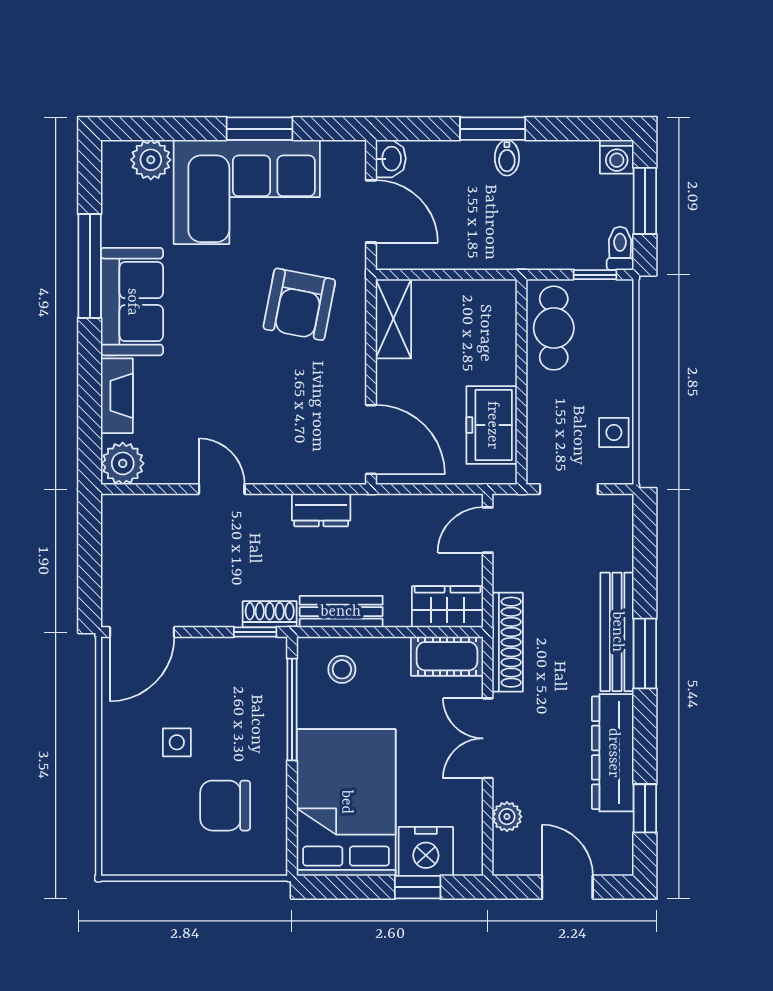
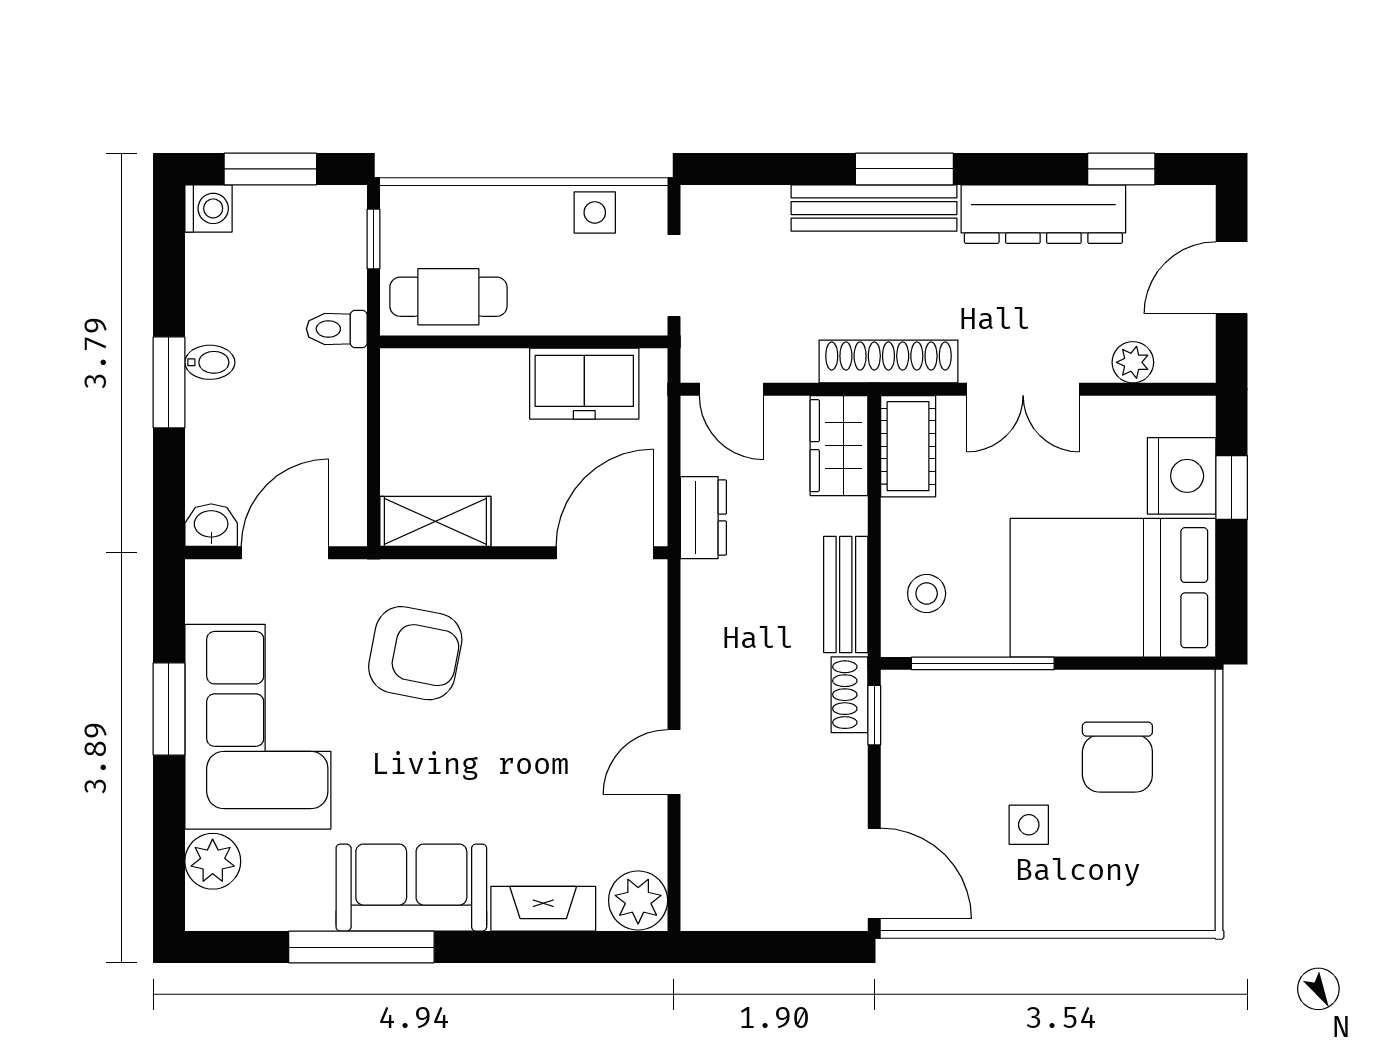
toilet: (620, 248) -> (337, 329), moved
dresser: (321, 510) -> (703, 518), moved

